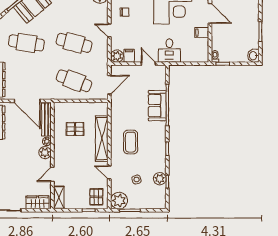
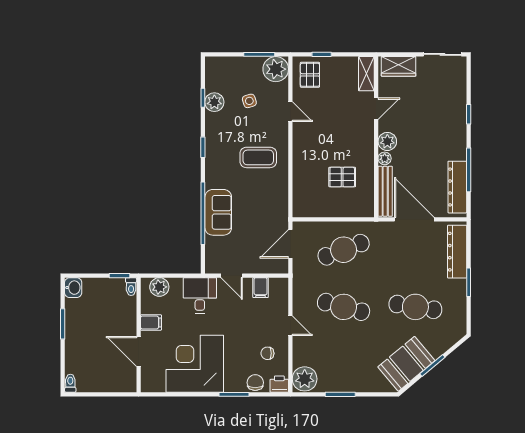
plant: (117, 56) -> (159, 287), moved
cafe table: (74, 81) -> (344, 250), turned -42
shelving: (102, 139) -> (302, 163), removed
coffee table: (131, 142) -> (258, 157), turned 90

